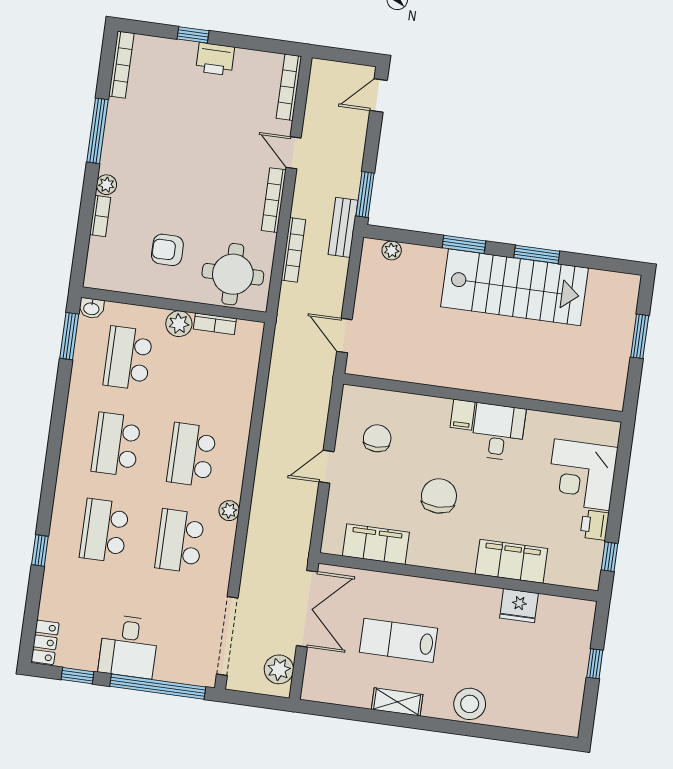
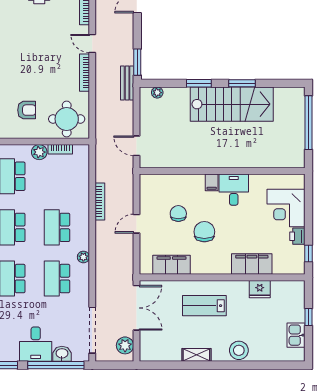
armchair: (167, 250) -> (27, 110), turned 180
bookcase: (293, 250) -> (100, 201), moved
window: (640, 336) -> (309, 123), width x2.11
chair: (377, 438) -> (178, 214), moved
lab bench: (398, 640) -> (204, 306), moved
washbasin: (171, 669) -> (62, 354), added
kitchen sink: (569, 691) -> (296, 335), added

